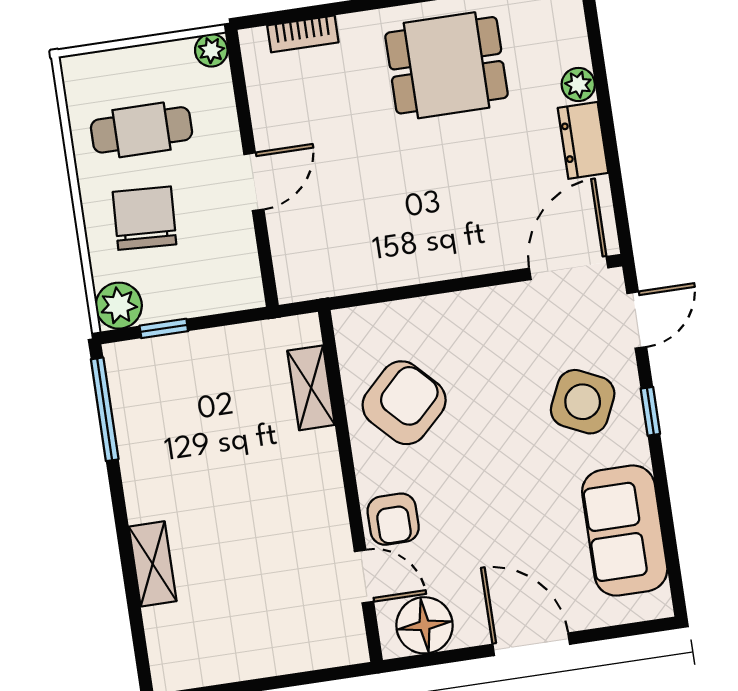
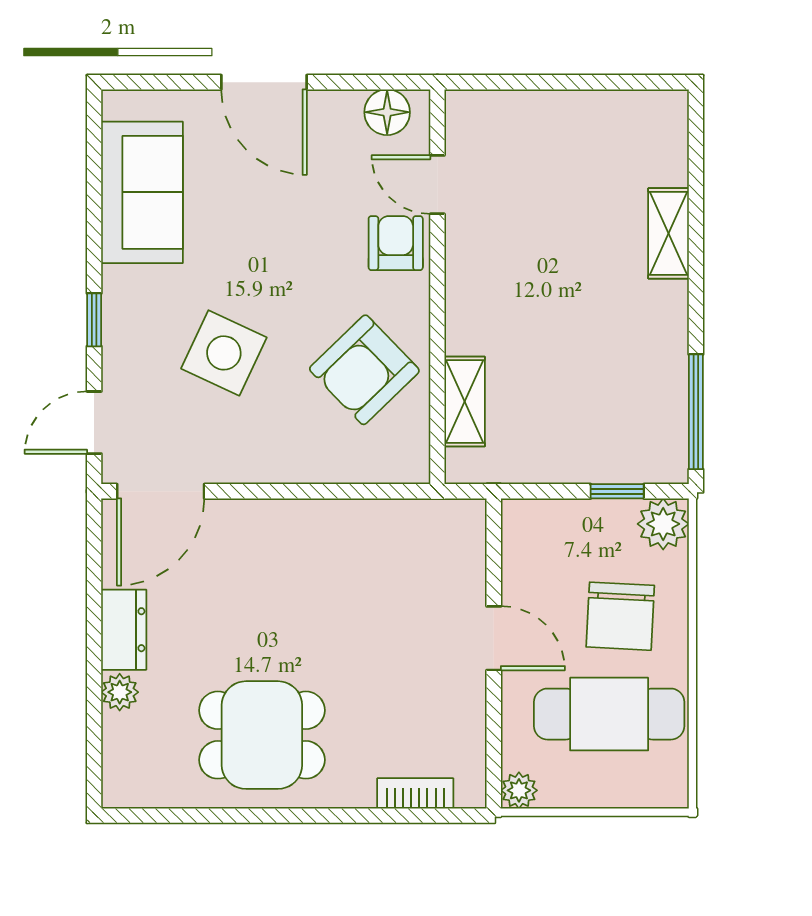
cafe table: (141, 130) -> (609, 714), width x1.37, depth x1.35
door: (254, 182) -> (494, 638), swing flipped
side table: (583, 402) -> (224, 353), moved
floor lamp: (425, 625) -> (387, 112), width x0.73, depth x0.73

